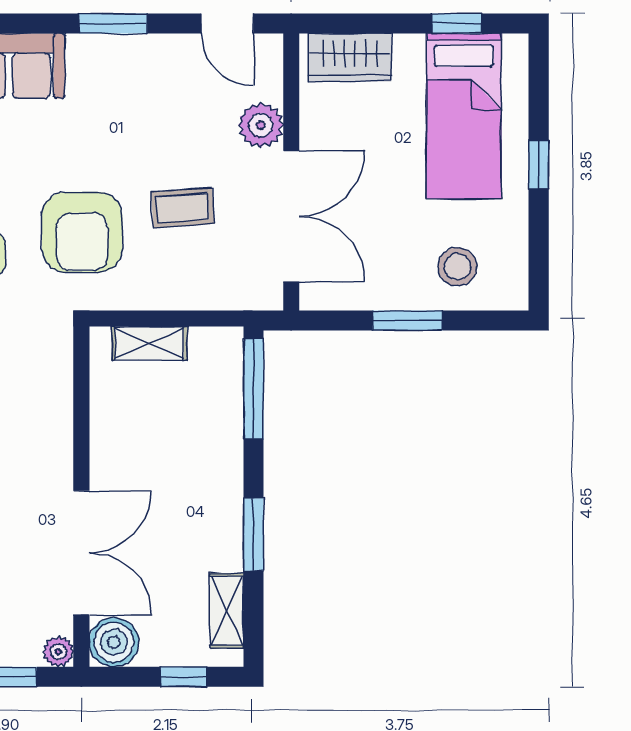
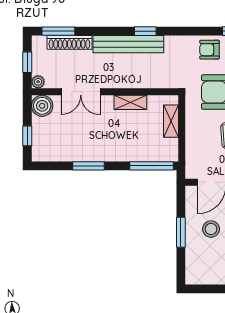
stool: (457, 267) -> (211, 229), moved
double door: (81, 553) -> (81, 92), width x0.73
shelving: (227, 611) -> (130, 102), moved

